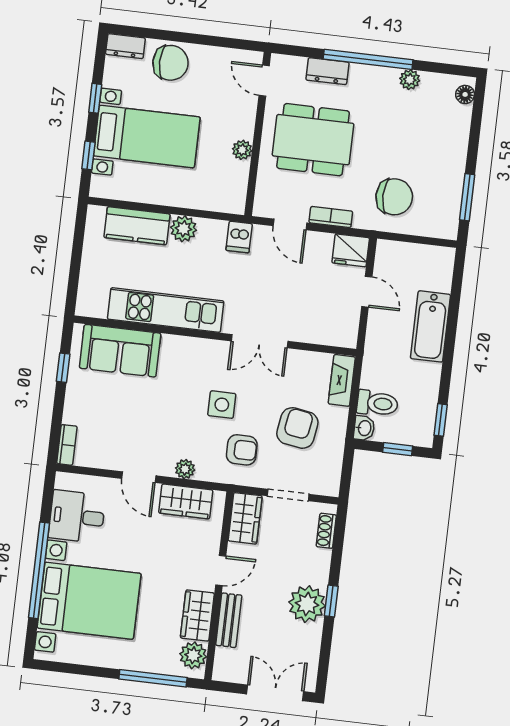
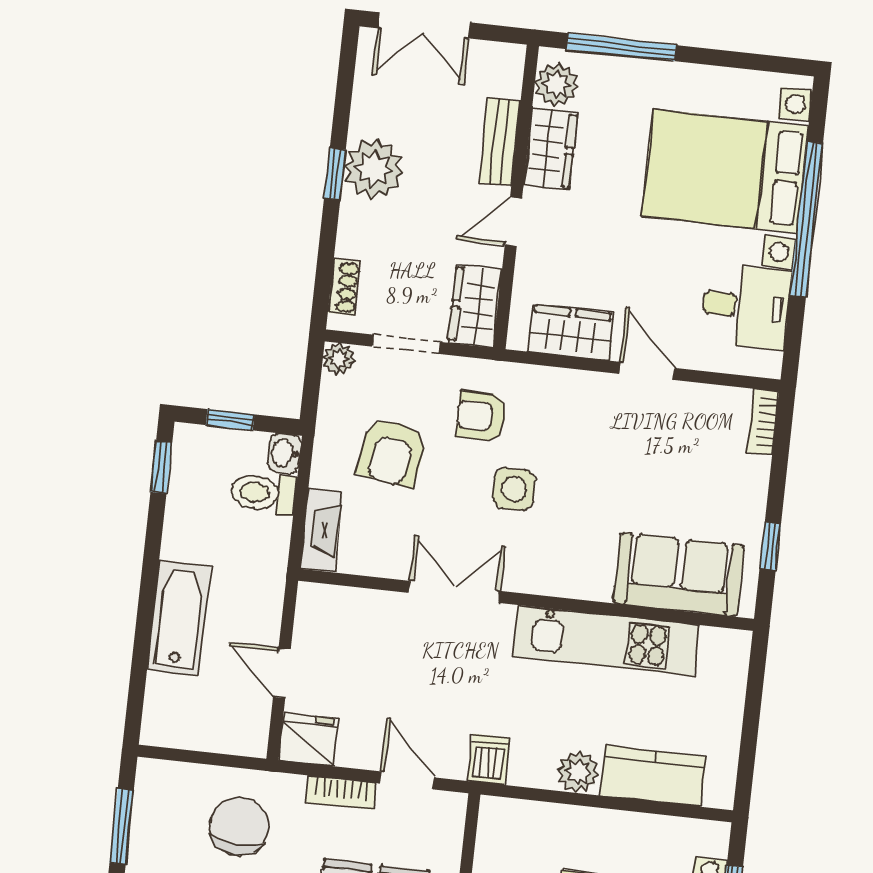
chair: (394, 197) -> (239, 826), turned 93
plant: (185, 469) -> (339, 359), moved

